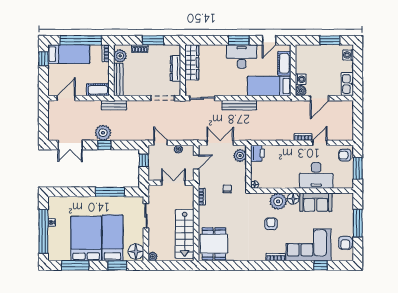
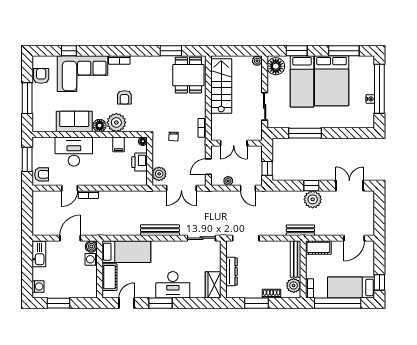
desk: (242, 57) -> (173, 285), moved
wardrobe: (192, 62) -> (213, 285), width x0.67
printer: (258, 153) -> (140, 162), moved
filing cabinet: (276, 182) -> (119, 144), added
window: (230, 265) -> (171, 51), added

